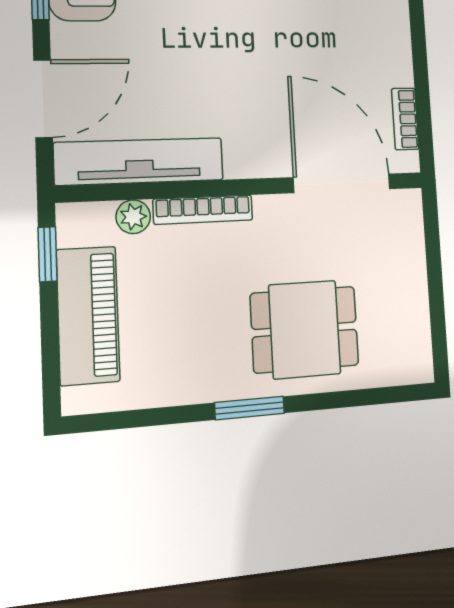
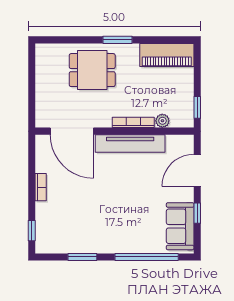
bookcase: (405, 119) -> (41, 187), moved
tv unit: (139, 161) -> (130, 143), moved
piano: (88, 315) -> (167, 55), moved, turned -90

